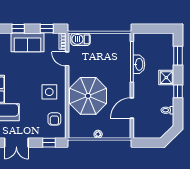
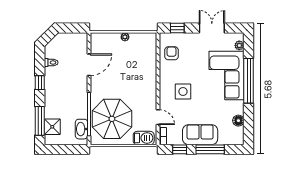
window: (18, 29) -> (210, 149), width x2.17
window: (178, 56) -> (40, 121), width x1.44
washbasin: (139, 64) -> (82, 129), moved
shower: (166, 78) -> (52, 127), moved
side table: (49, 92) -> (183, 92), moved
parasol: (88, 96) -> (112, 119), moved

